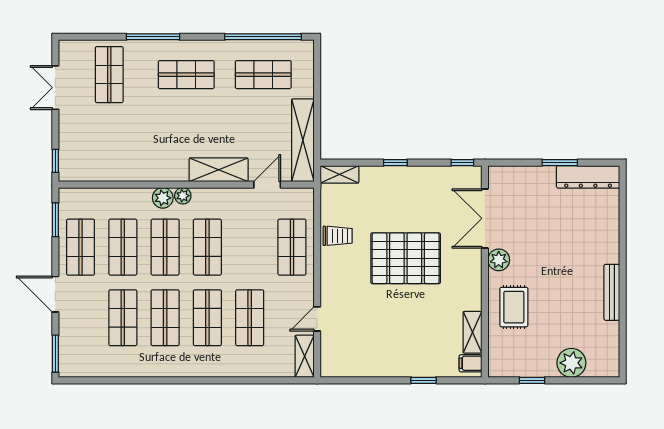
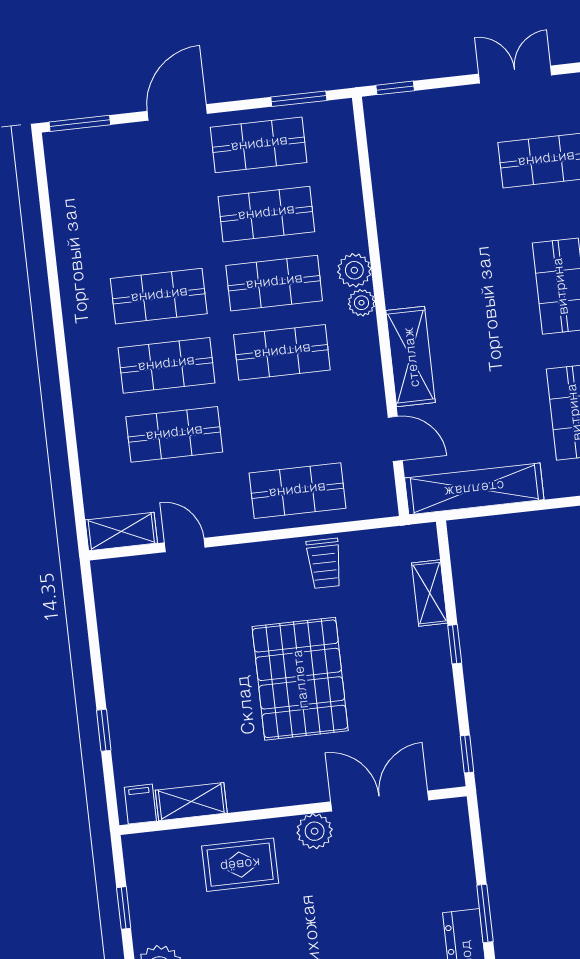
shelving: (339, 174) -> (430, 593), moved
shop shelf: (123, 318) -> (151, 227), removed

